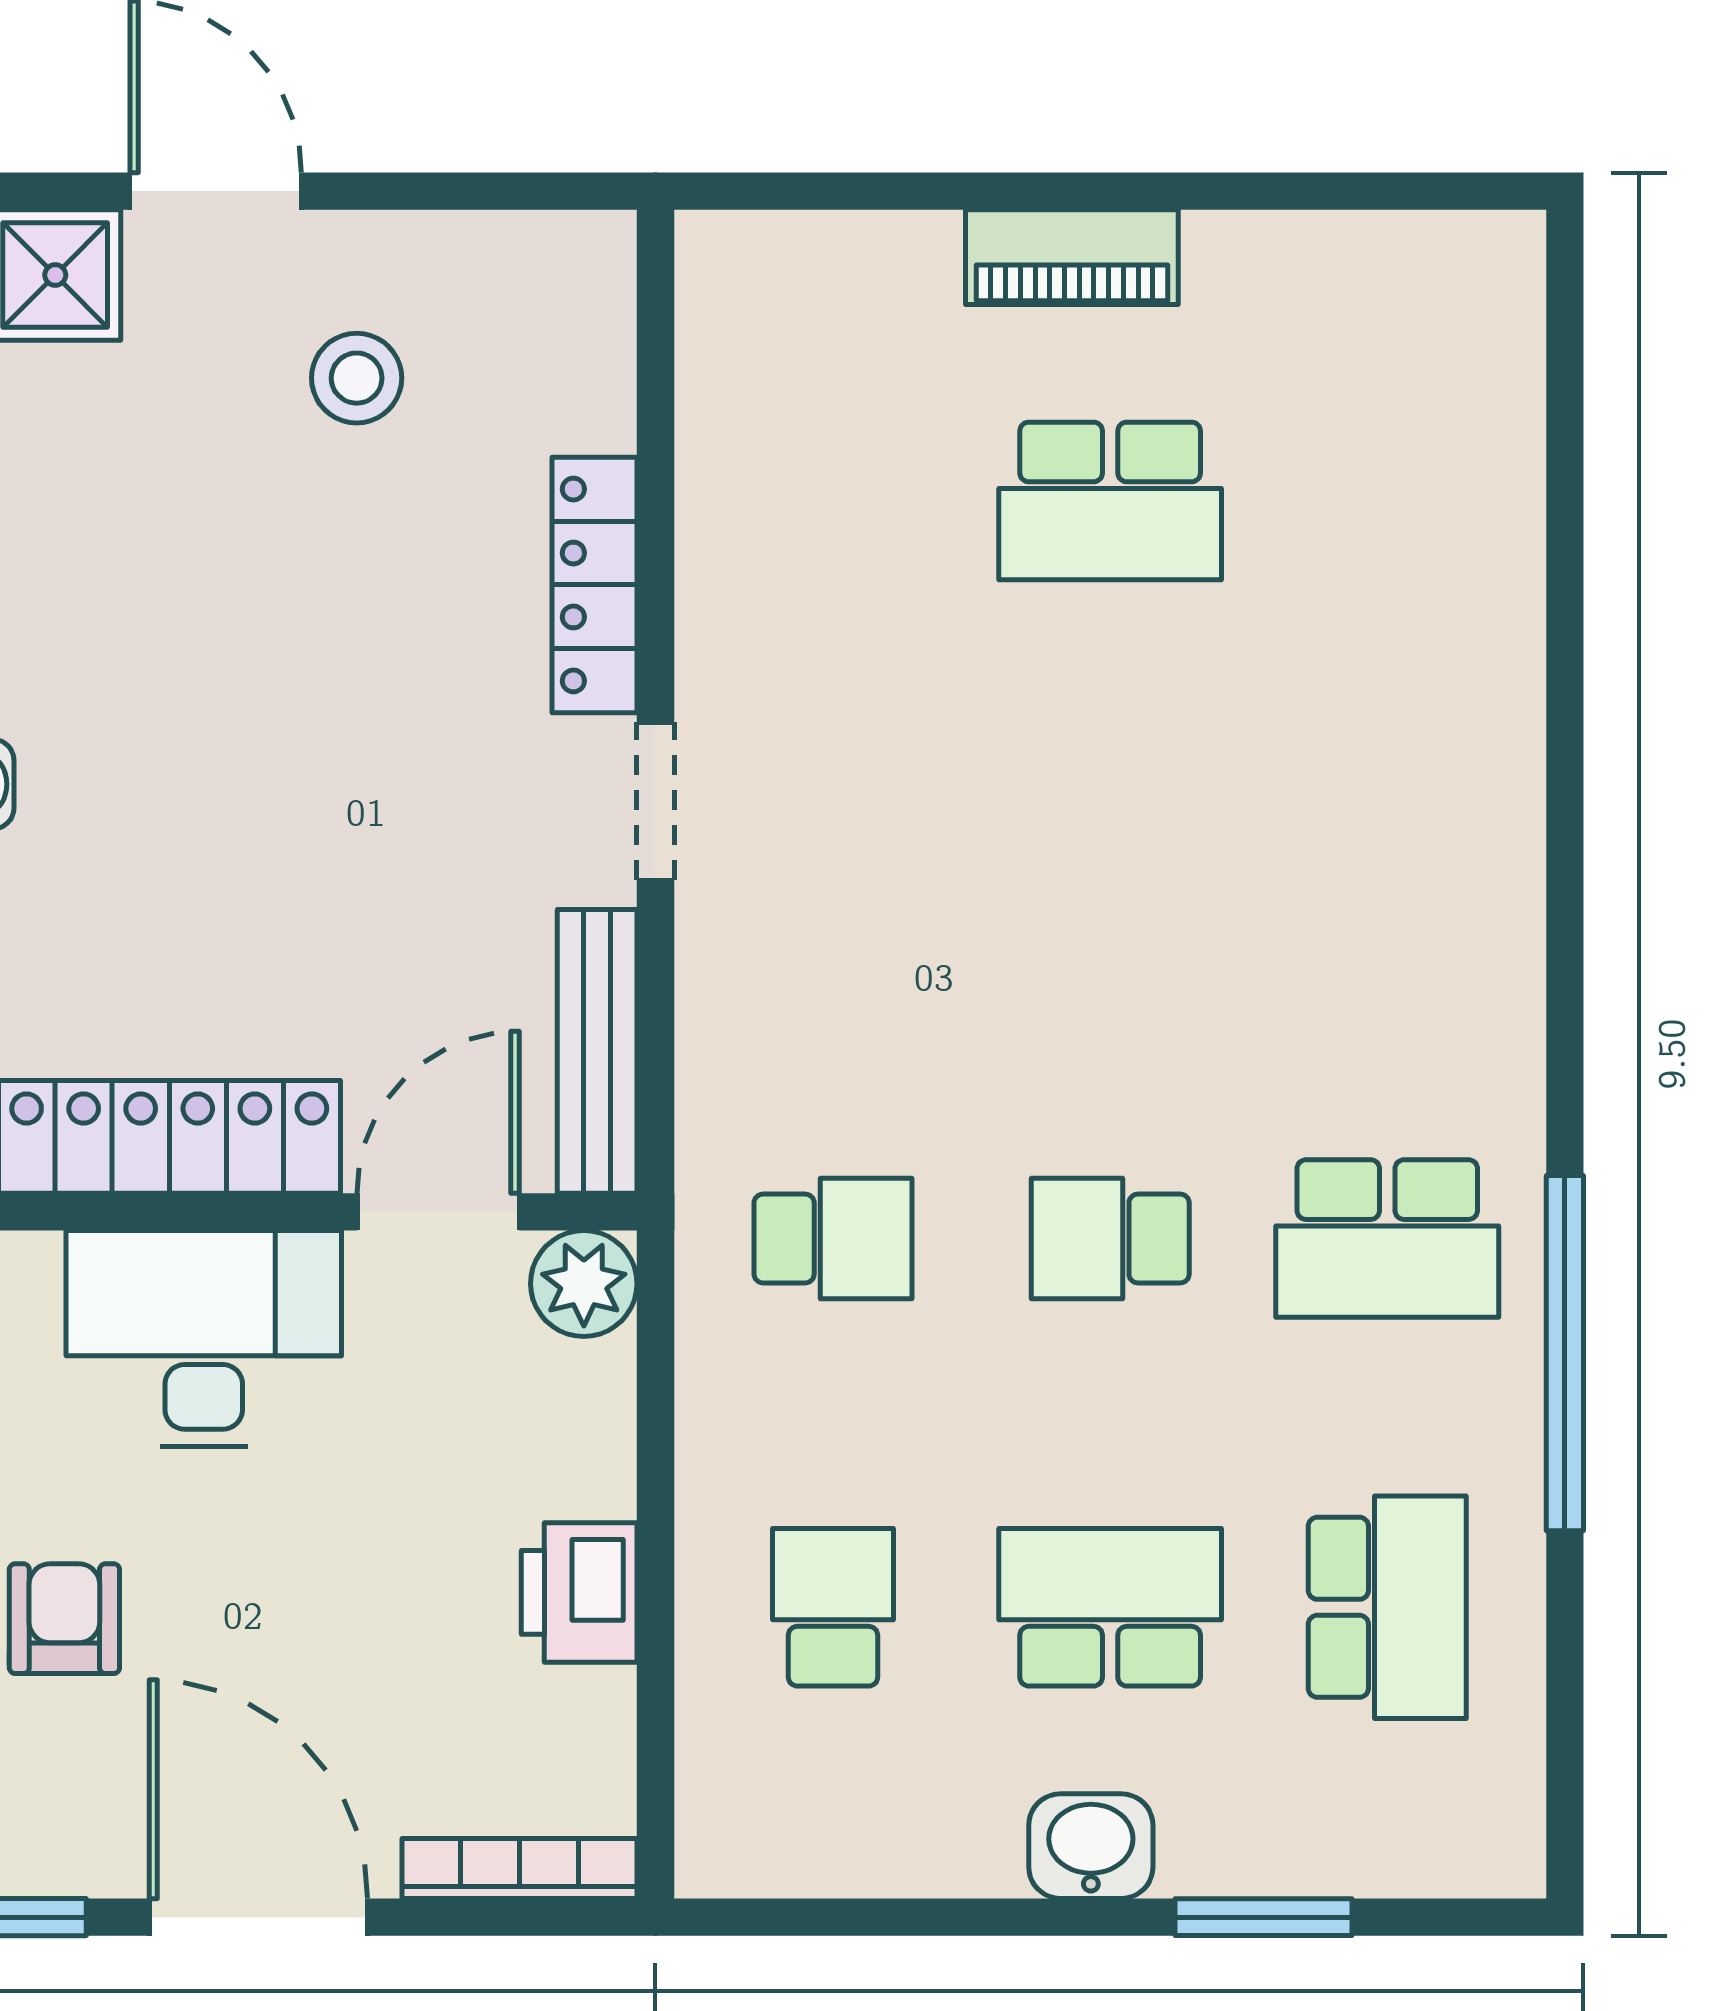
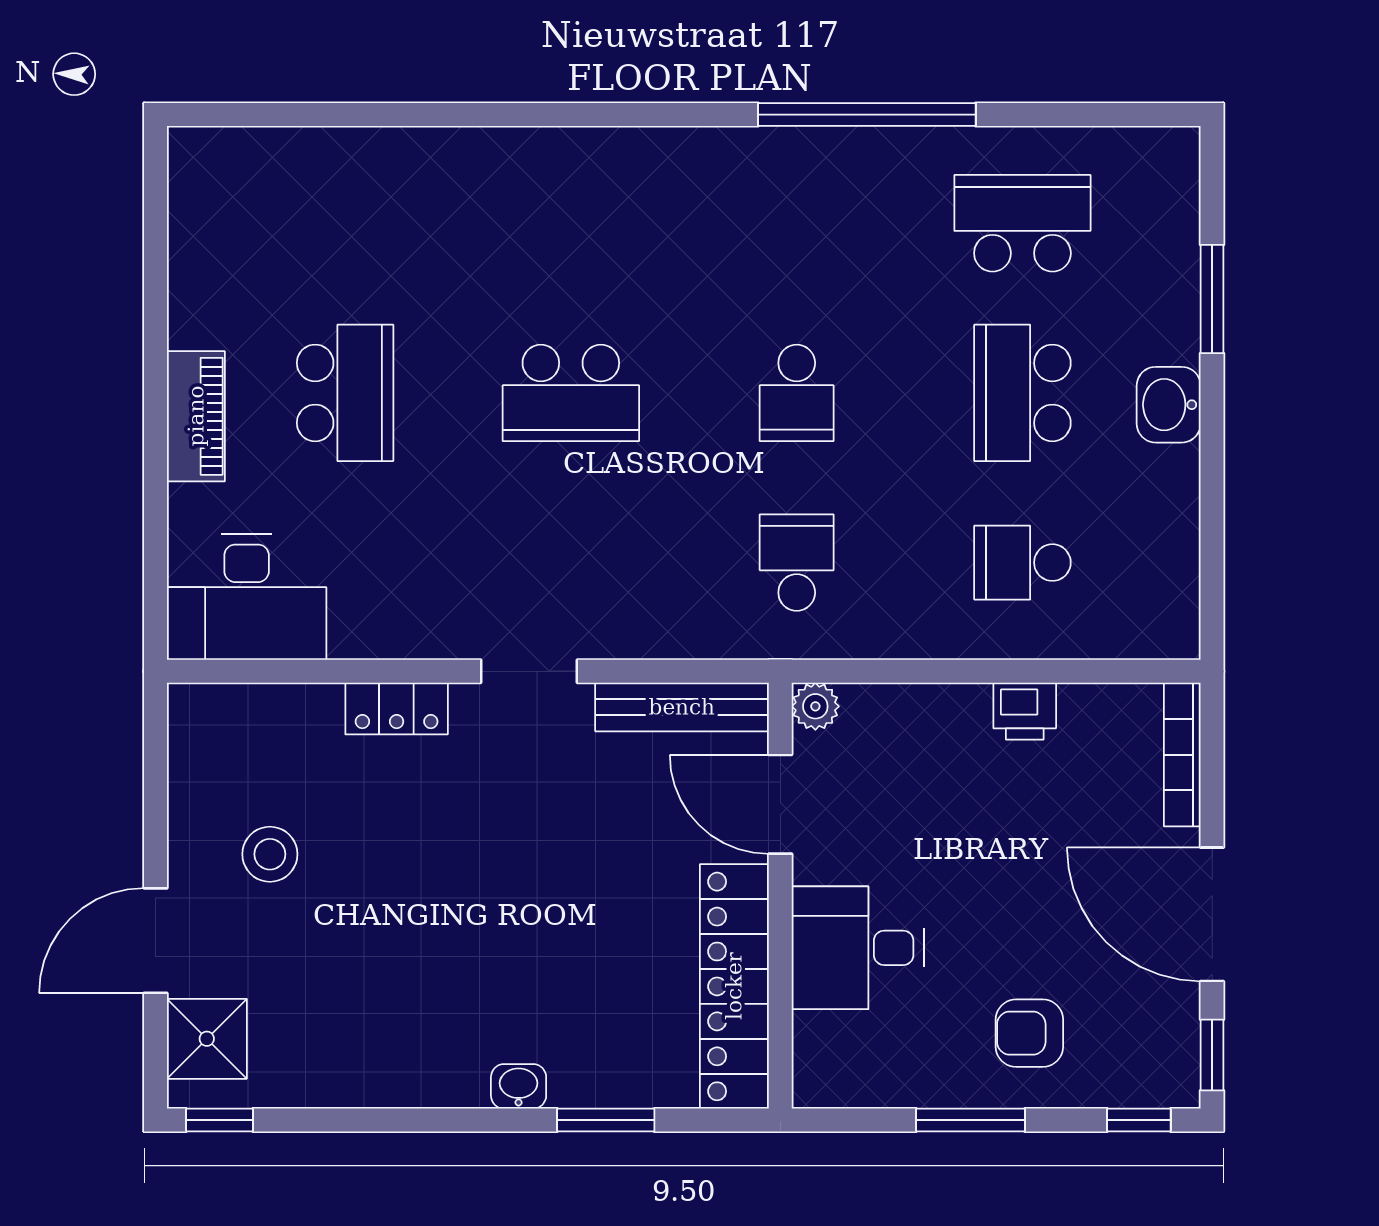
desk: (776, 340) -> (247, 597), added
locker: (595, 585) -> (397, 709), width x0.66
school desk: (1387, 1238) -> (571, 393), moved, turned 90
plant: (584, 1284) -> (815, 706), width x0.73, depth x0.73
desk: (204, 1339) -> (858, 948), width x0.73
printer: (579, 1592) -> (1025, 711), width x0.73, depth x0.81
door: (258, 1917) -> (1212, 914), hinge flipped

